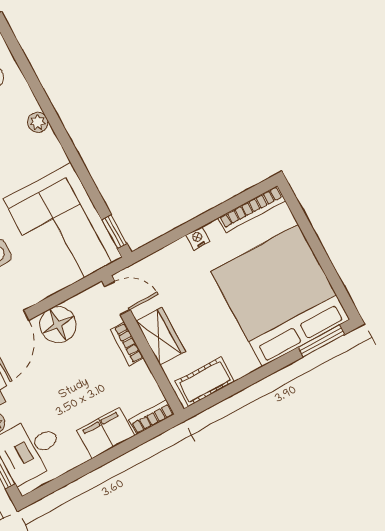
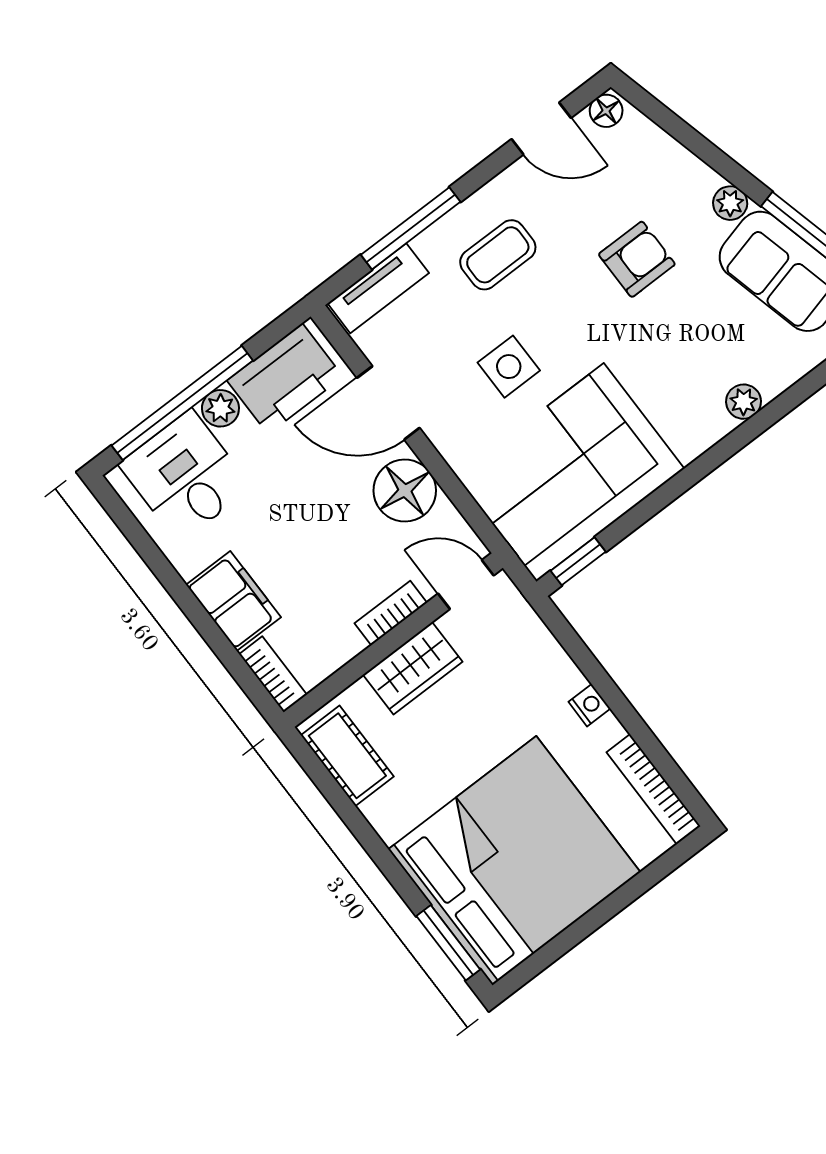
door: (117, 298) -> (466, 584), swing flipped

